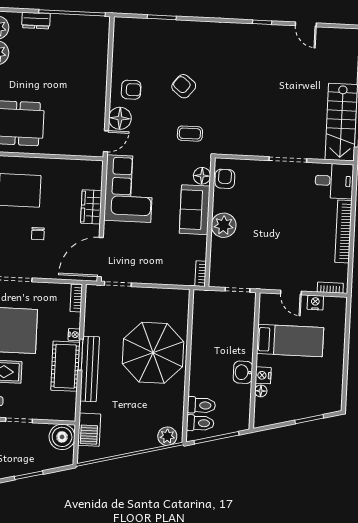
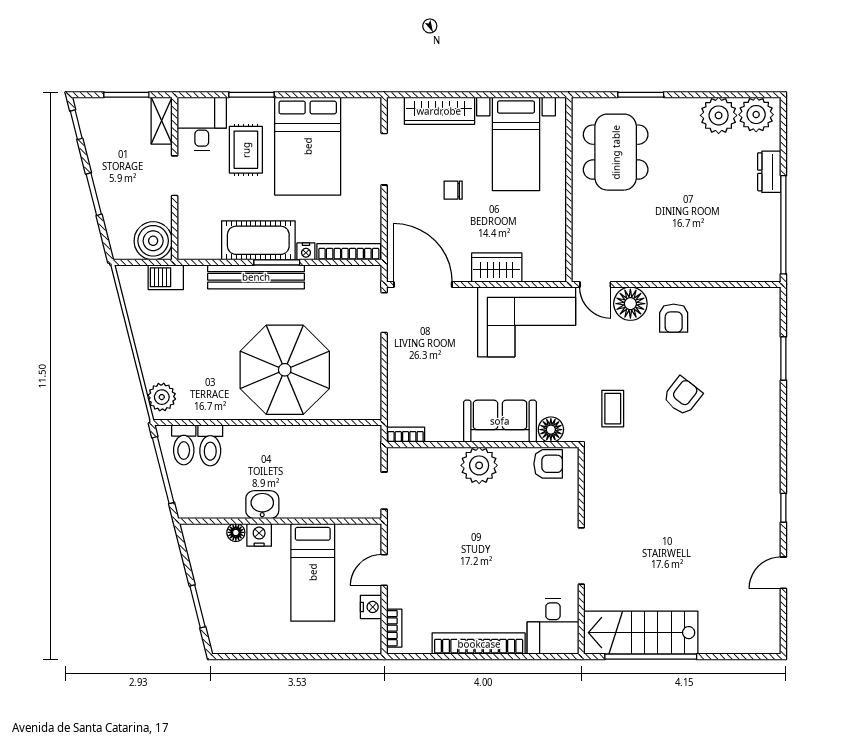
bookcase: (76, 298) -> (349, 252), width x1.56
barbecue: (89, 430) -> (166, 277), width x0.73, depth x0.79

